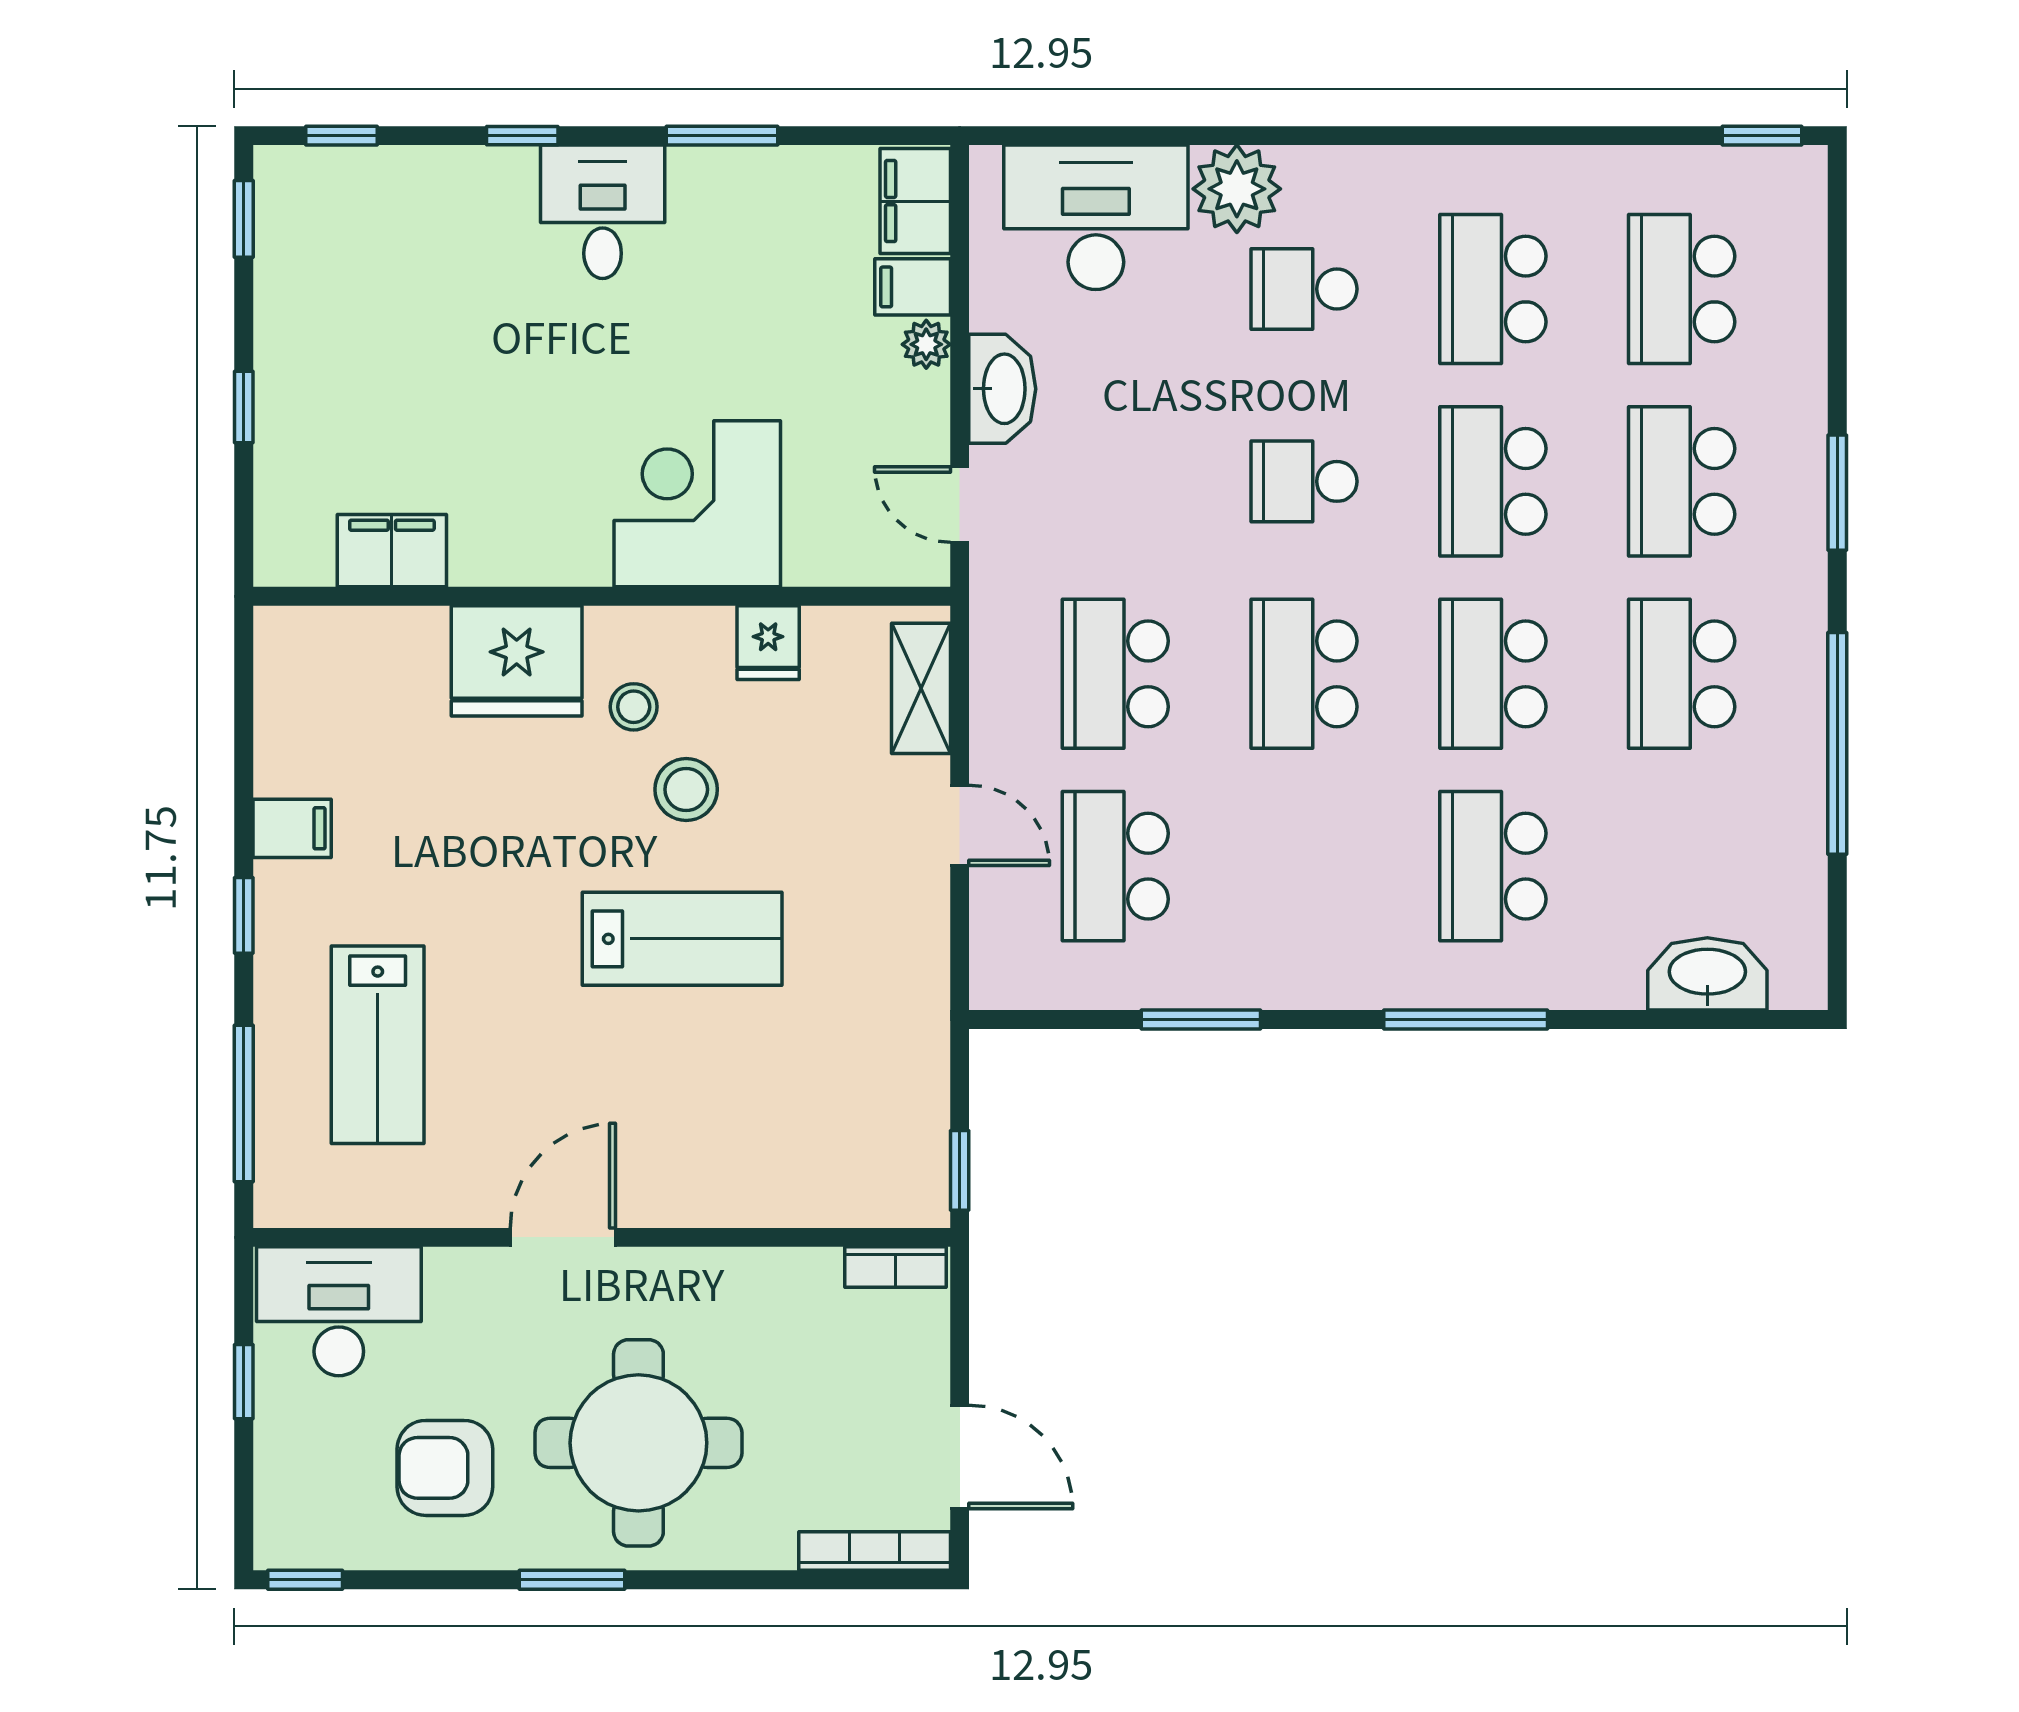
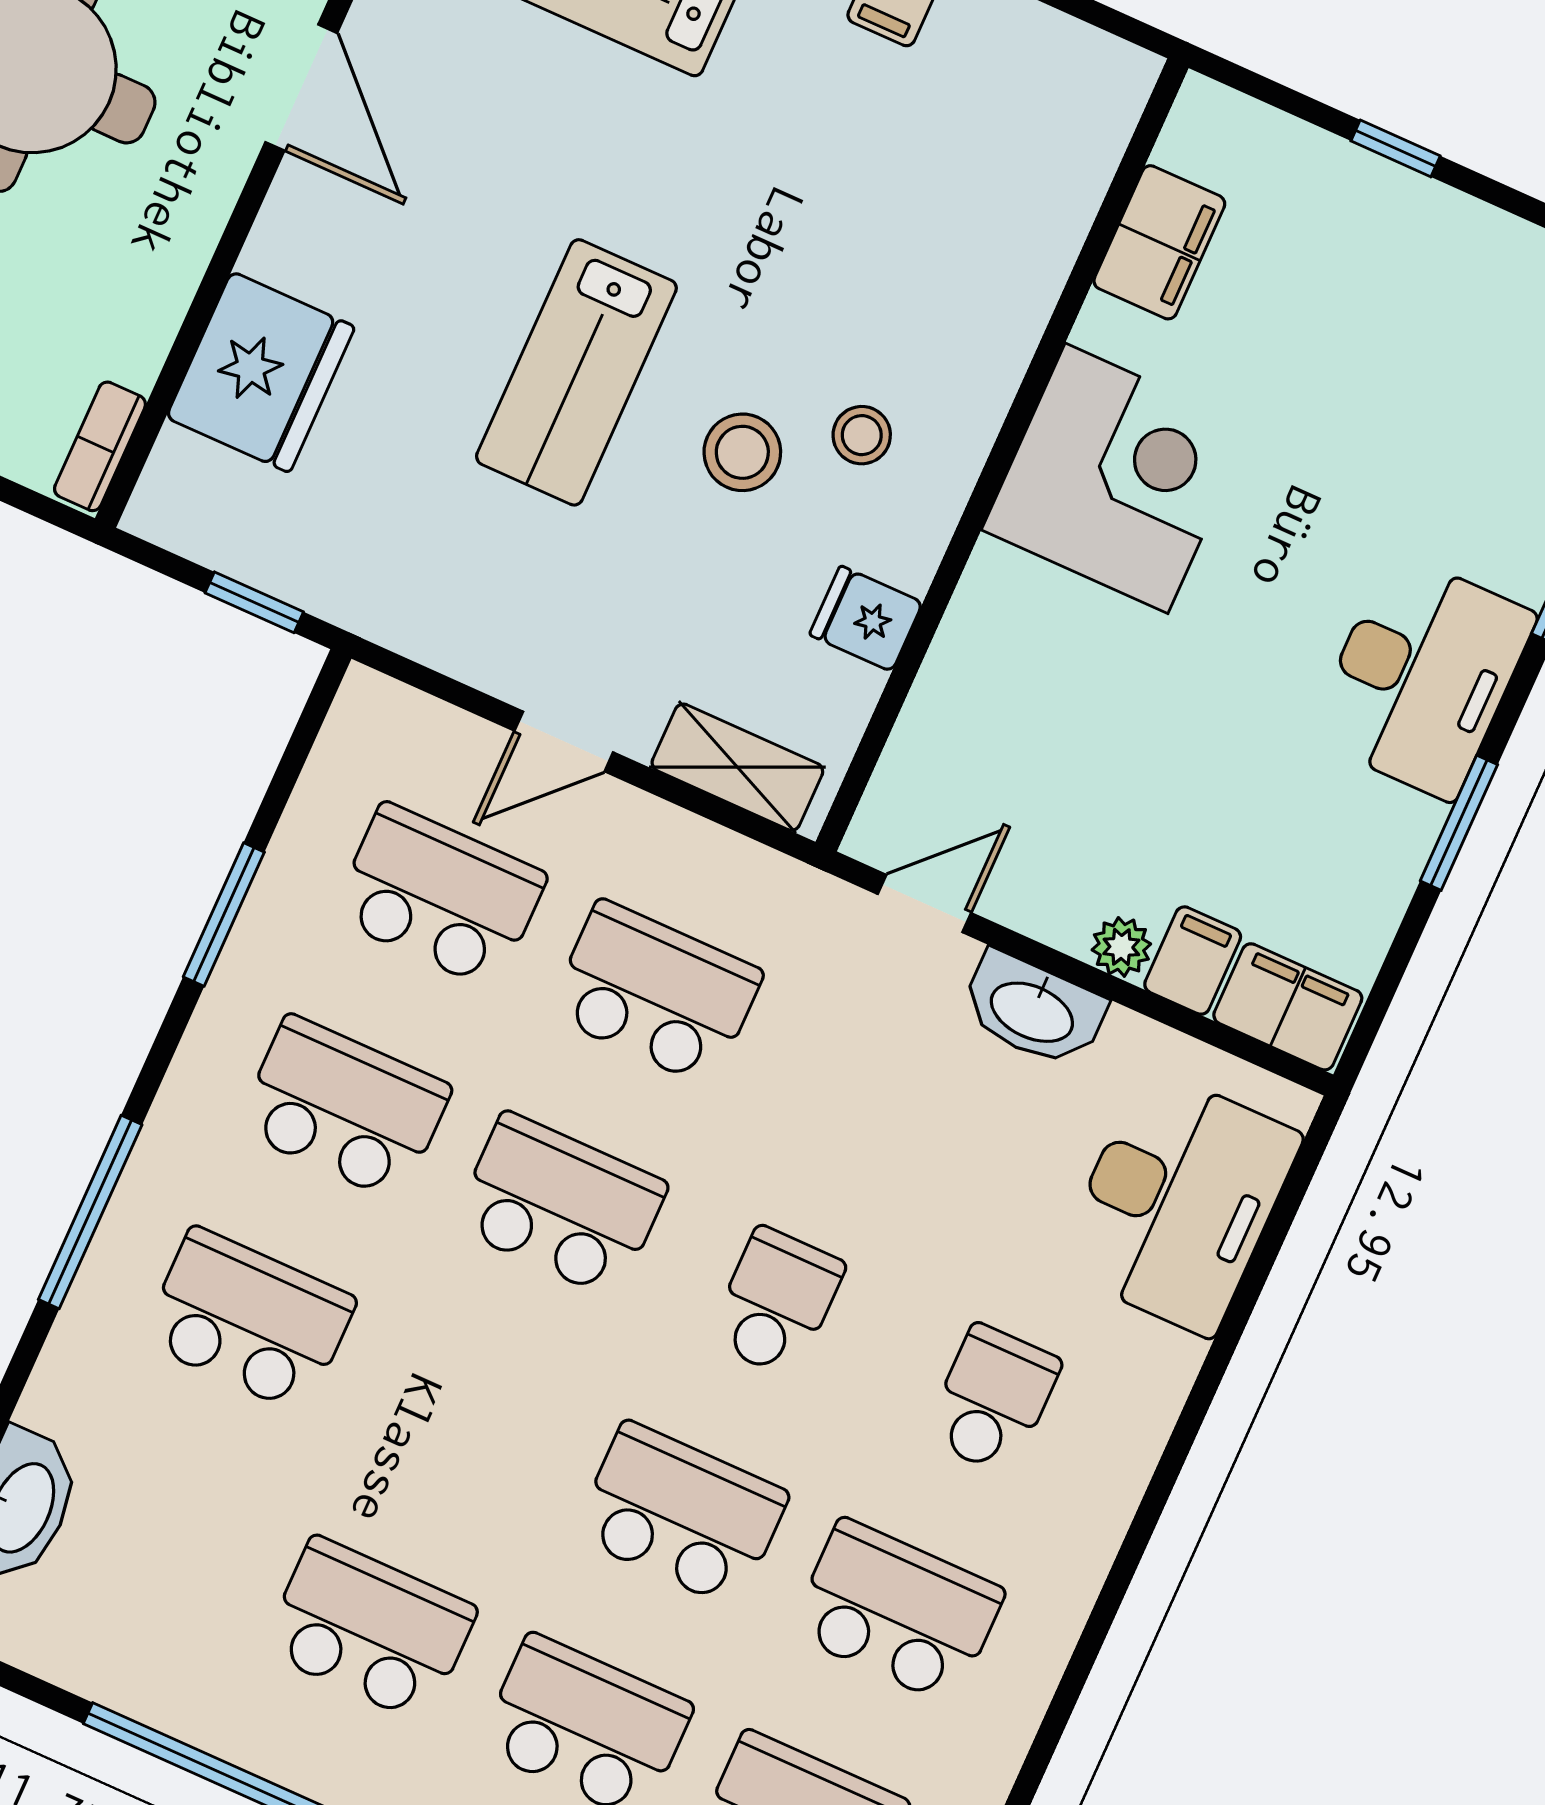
plant: (1237, 189) -> (1139, 1374), removed
desk: (603, 212) -> (1422, 676), width x1.37
corner desk: (697, 504) -> (1116, 478), moved
fridge: (517, 661) -> (261, 372), moved, turned 180
school desk: (1493, 674) -> (344, 1108), moved
window: (960, 1170) -> (254, 602), moved

